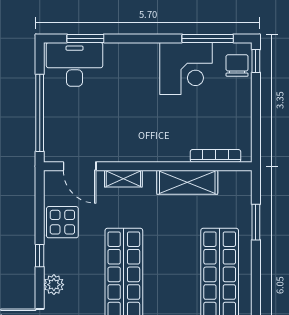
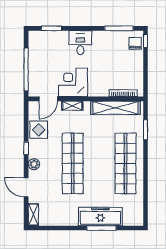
desk: (75, 64) -> (80, 43), moved, width x0.73
corner desk: (186, 68) -> (73, 82), moved, turned 180
door: (80, 166) -> (48, 99), hinge flipped
shelving: (187, 182) -> (115, 108), width x1.47

